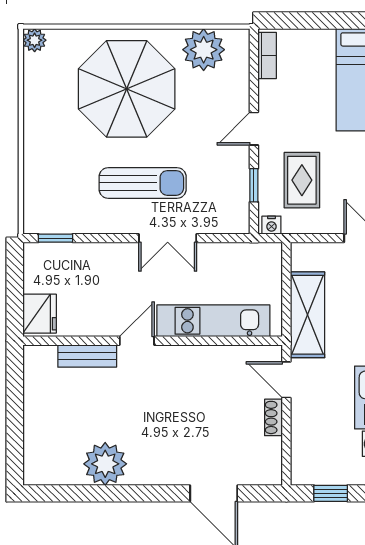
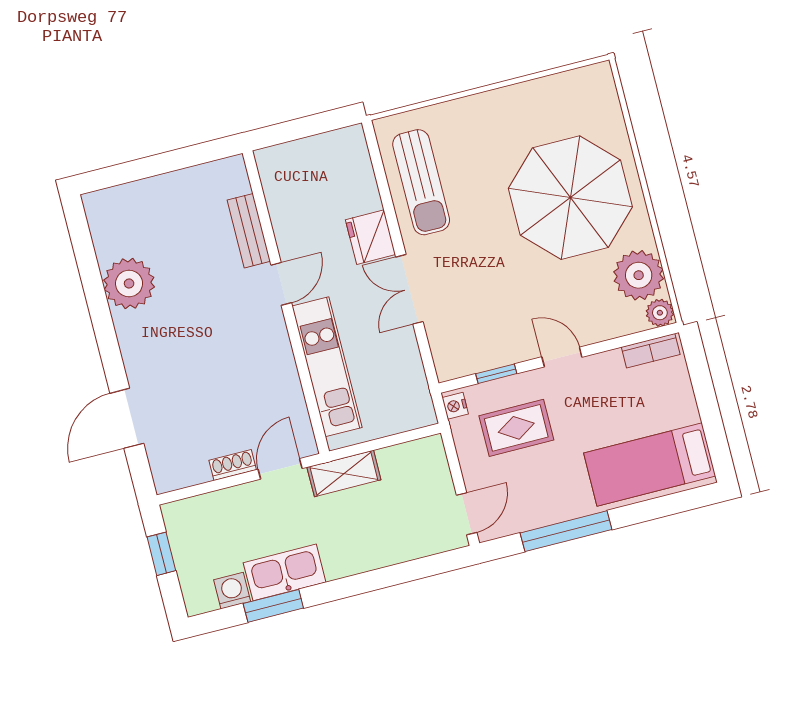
plant: (35, 40) -> (660, 313), moved
sun lounger: (143, 183) -> (421, 182), moved
window: (55, 238) -> (376, 159), removed
fridge: (40, 314) -> (370, 237), moved, turned 90
shelving: (308, 315) -> (344, 474), width x0.67, depth x0.75
door: (137, 341) -> (281, 284), hinge flipped

